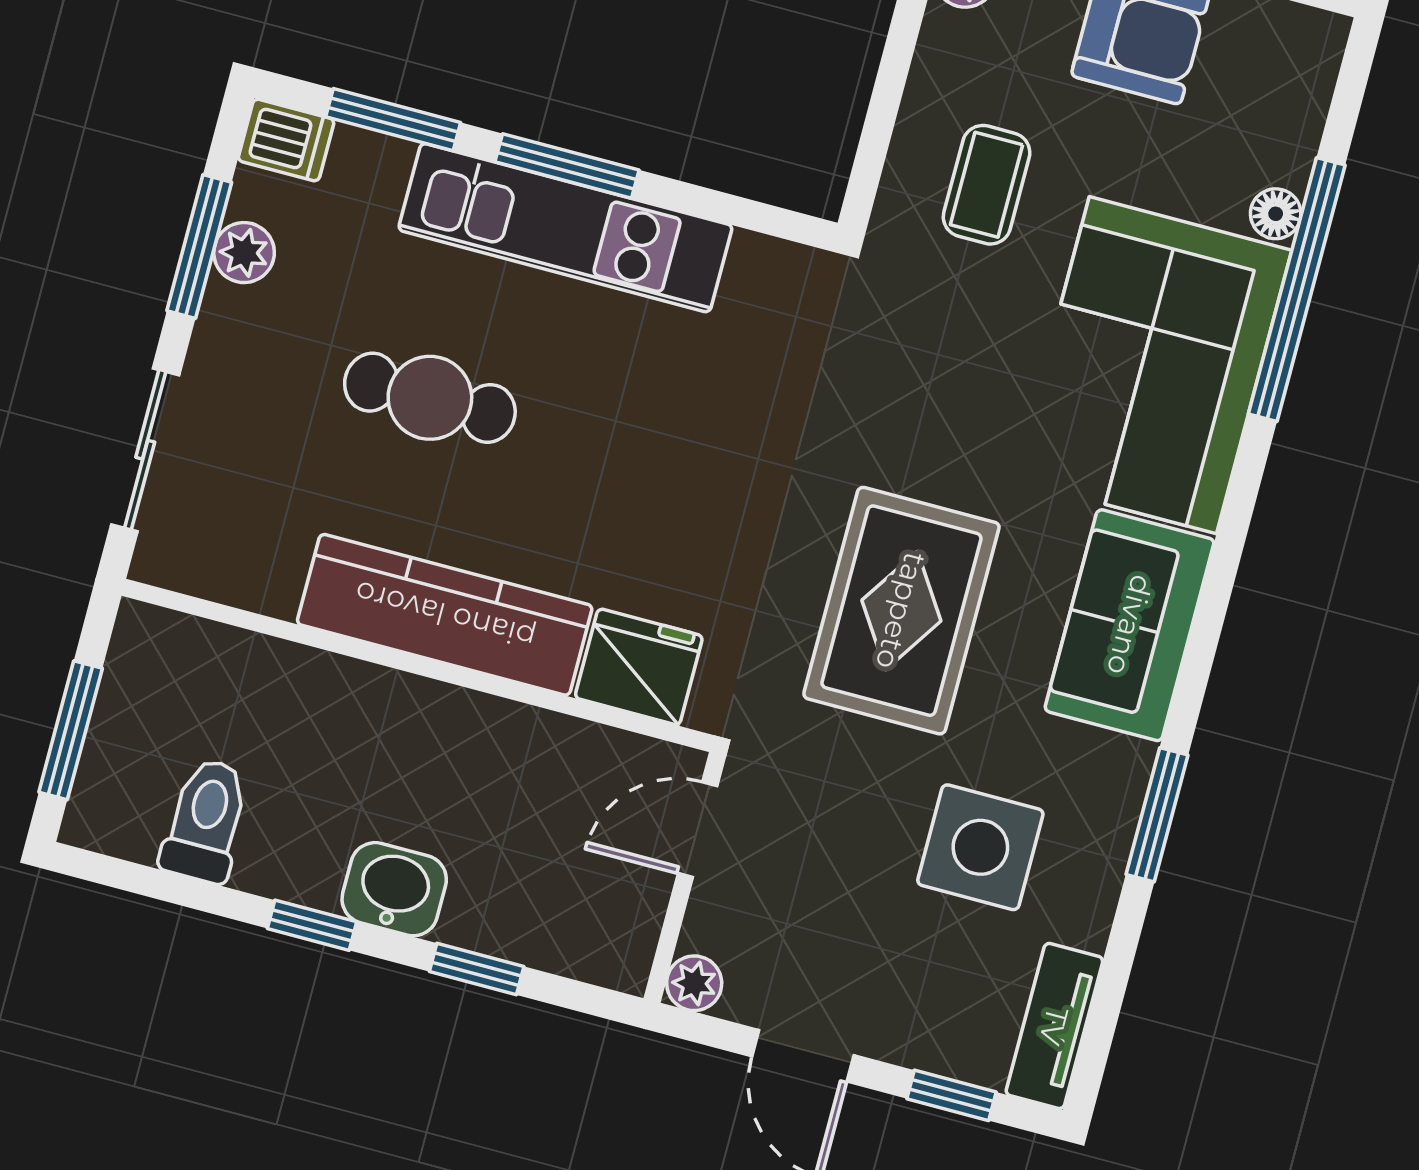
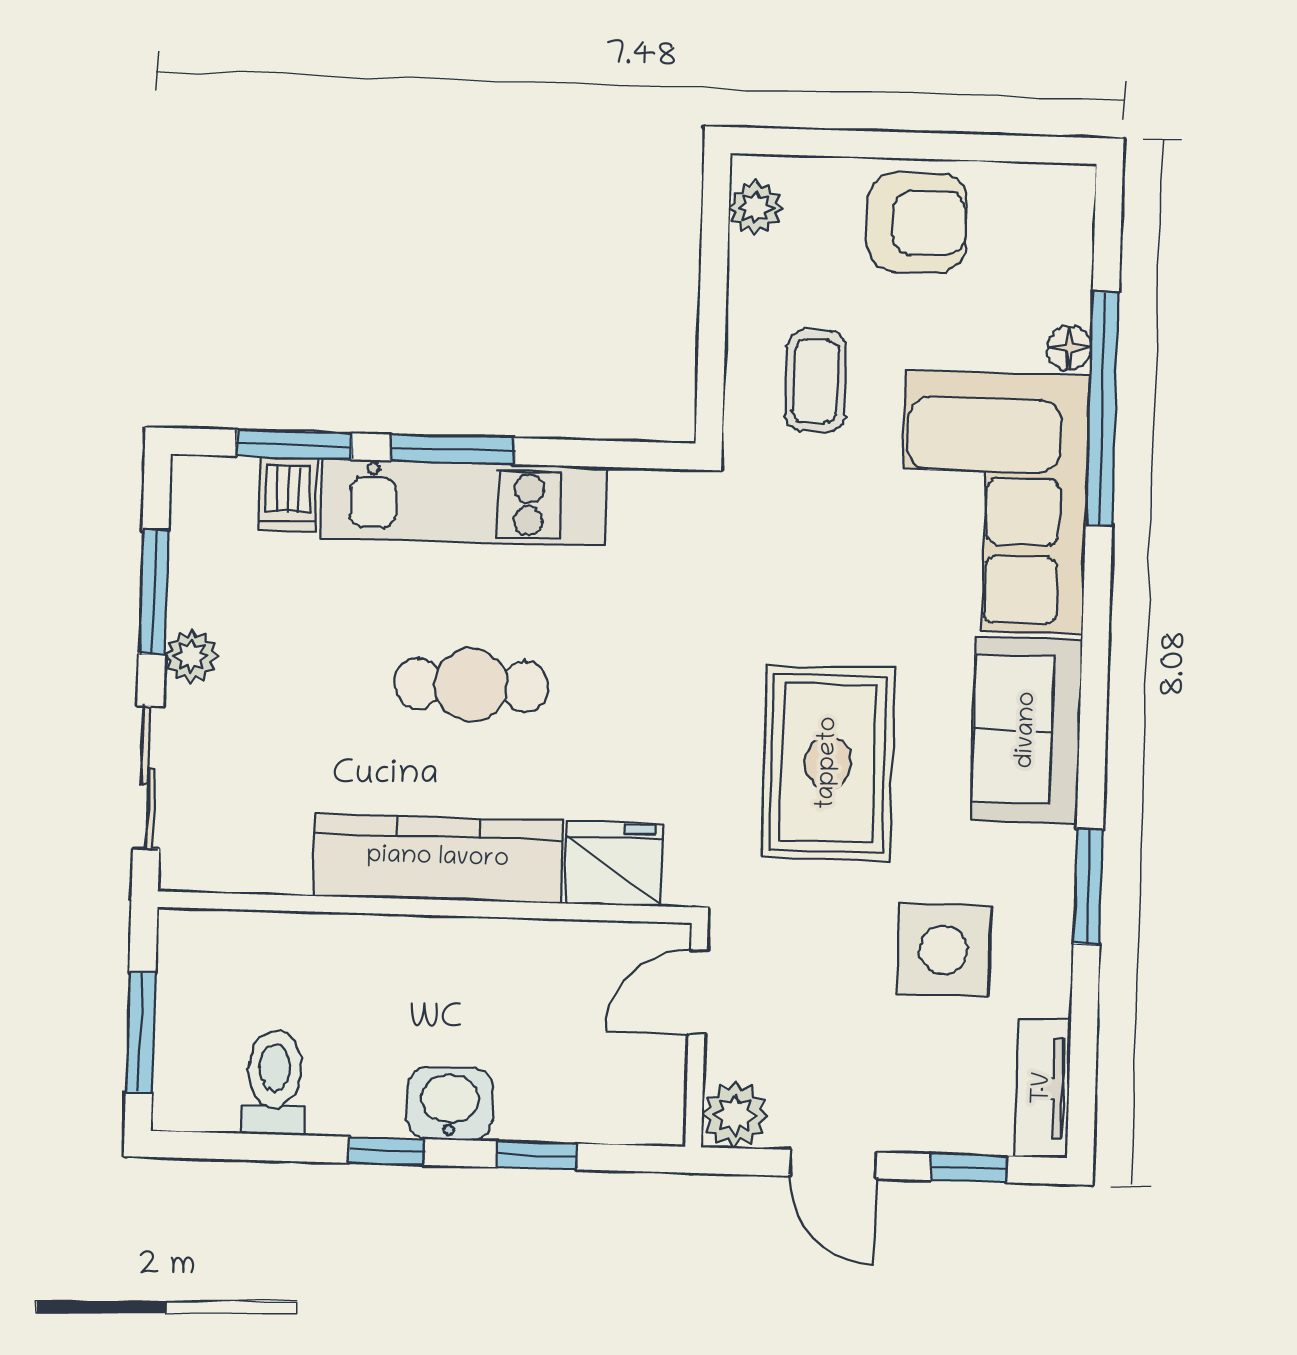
dishwasher: (286, 140) -> (288, 494), moved, turned 90
plant: (244, 253) -> (191, 656), moved
cafe table: (430, 398) -> (471, 685), moved
plant: (694, 983) -> (735, 1115), width x1.38, depth x1.38

